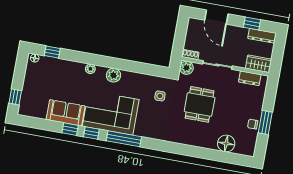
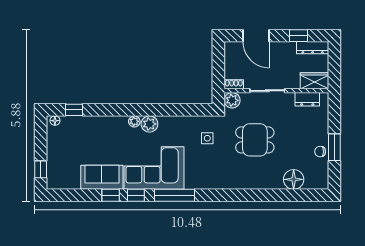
plant: (90, 69) -> (134, 121), moved
dining table: (200, 104) -> (255, 140), turned 90

